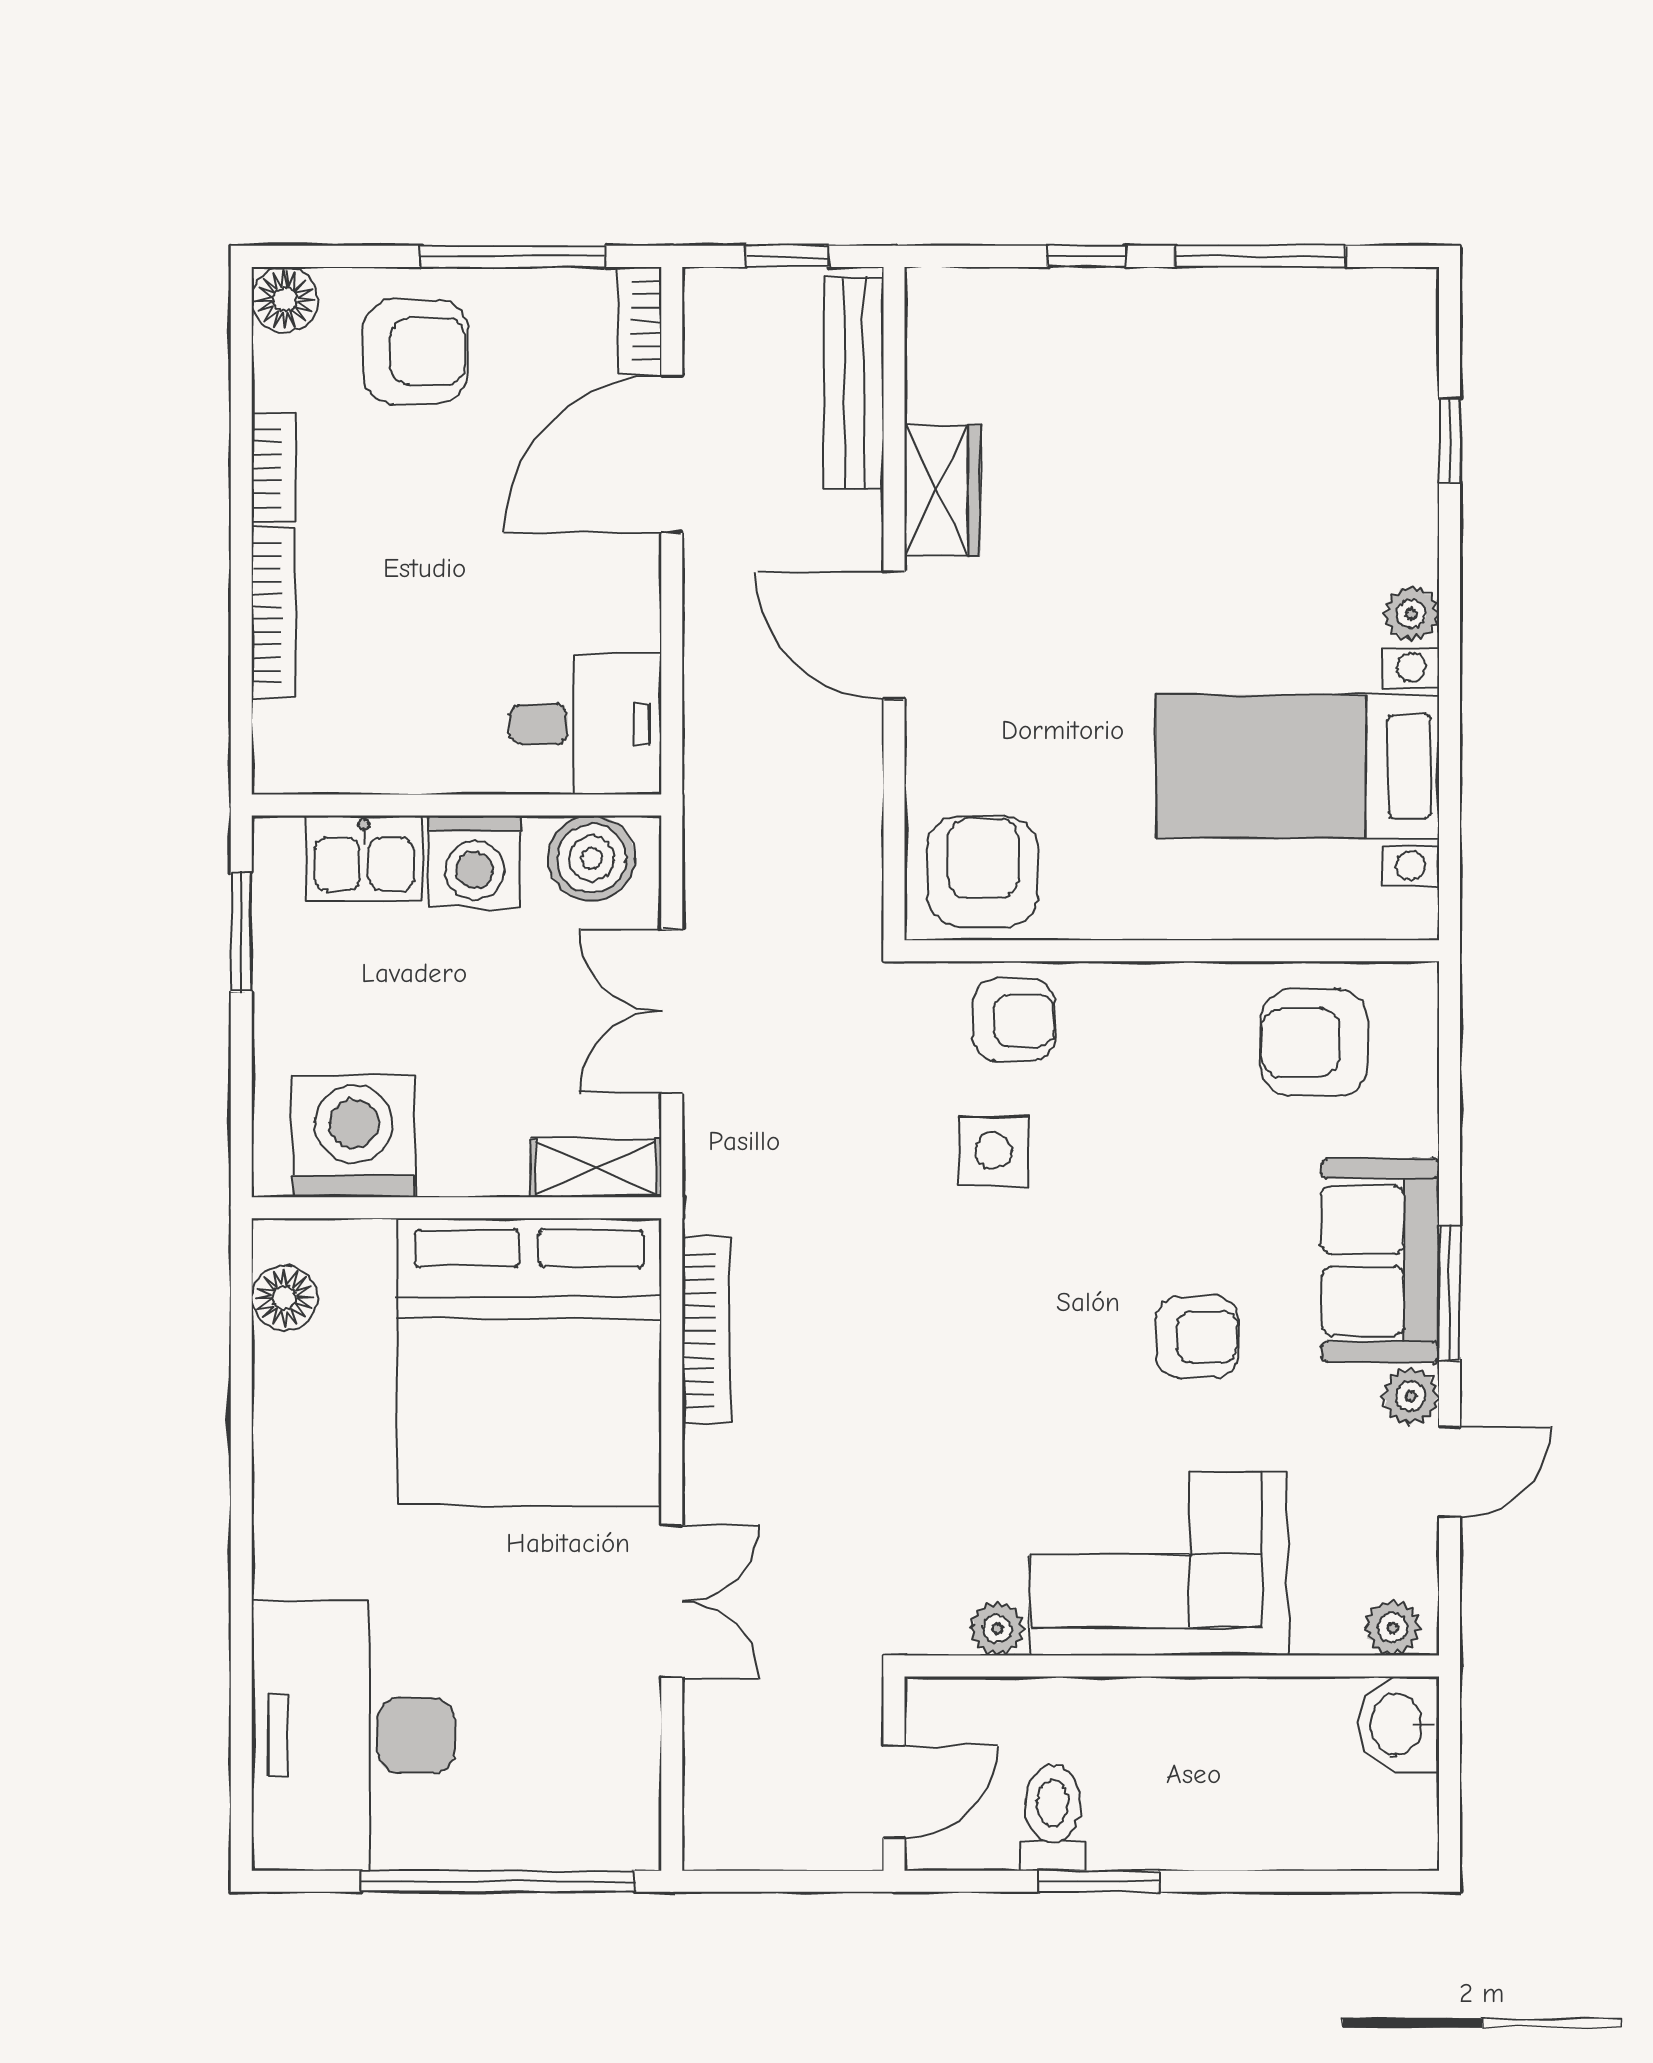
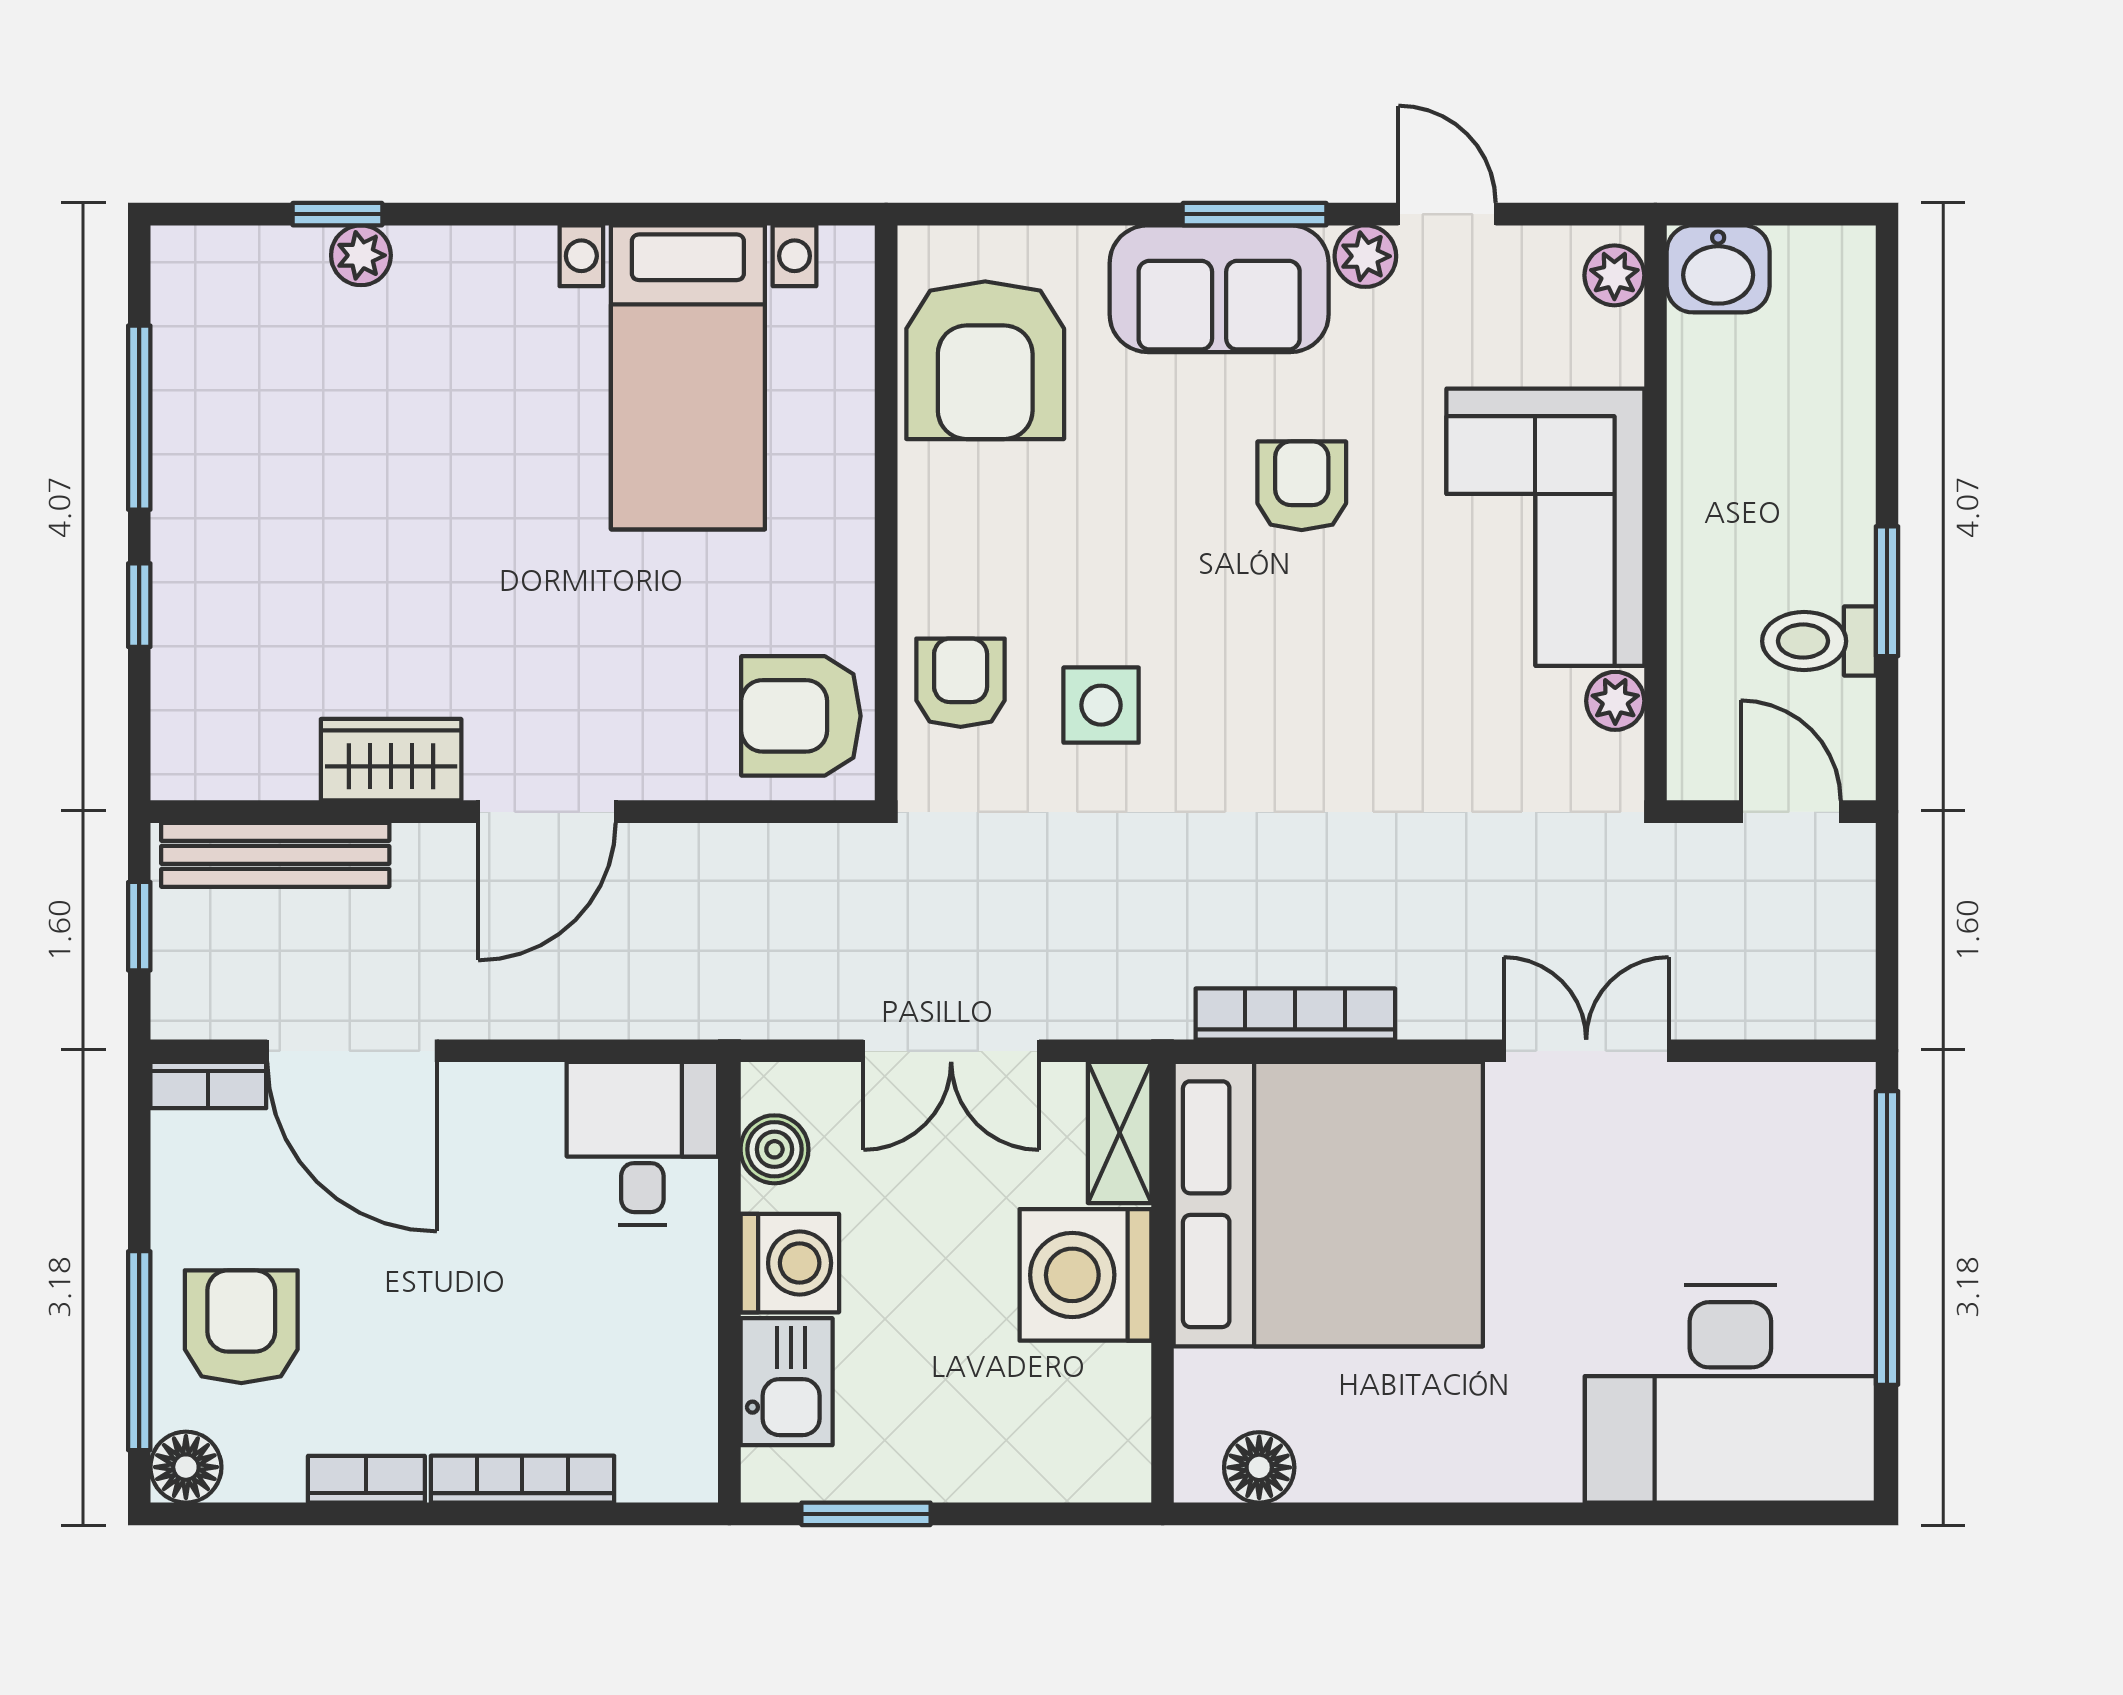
window: (513, 256) -> (139, 1351), moved
plant: (1411, 614) -> (361, 255), moved
boiler: (592, 858) -> (774, 1149), width x0.73, depth x0.73
armchair: (1314, 1043) -> (985, 360), width x1.36, depth x1.36
washing machine: (354, 1136) -> (1085, 1275), moved

